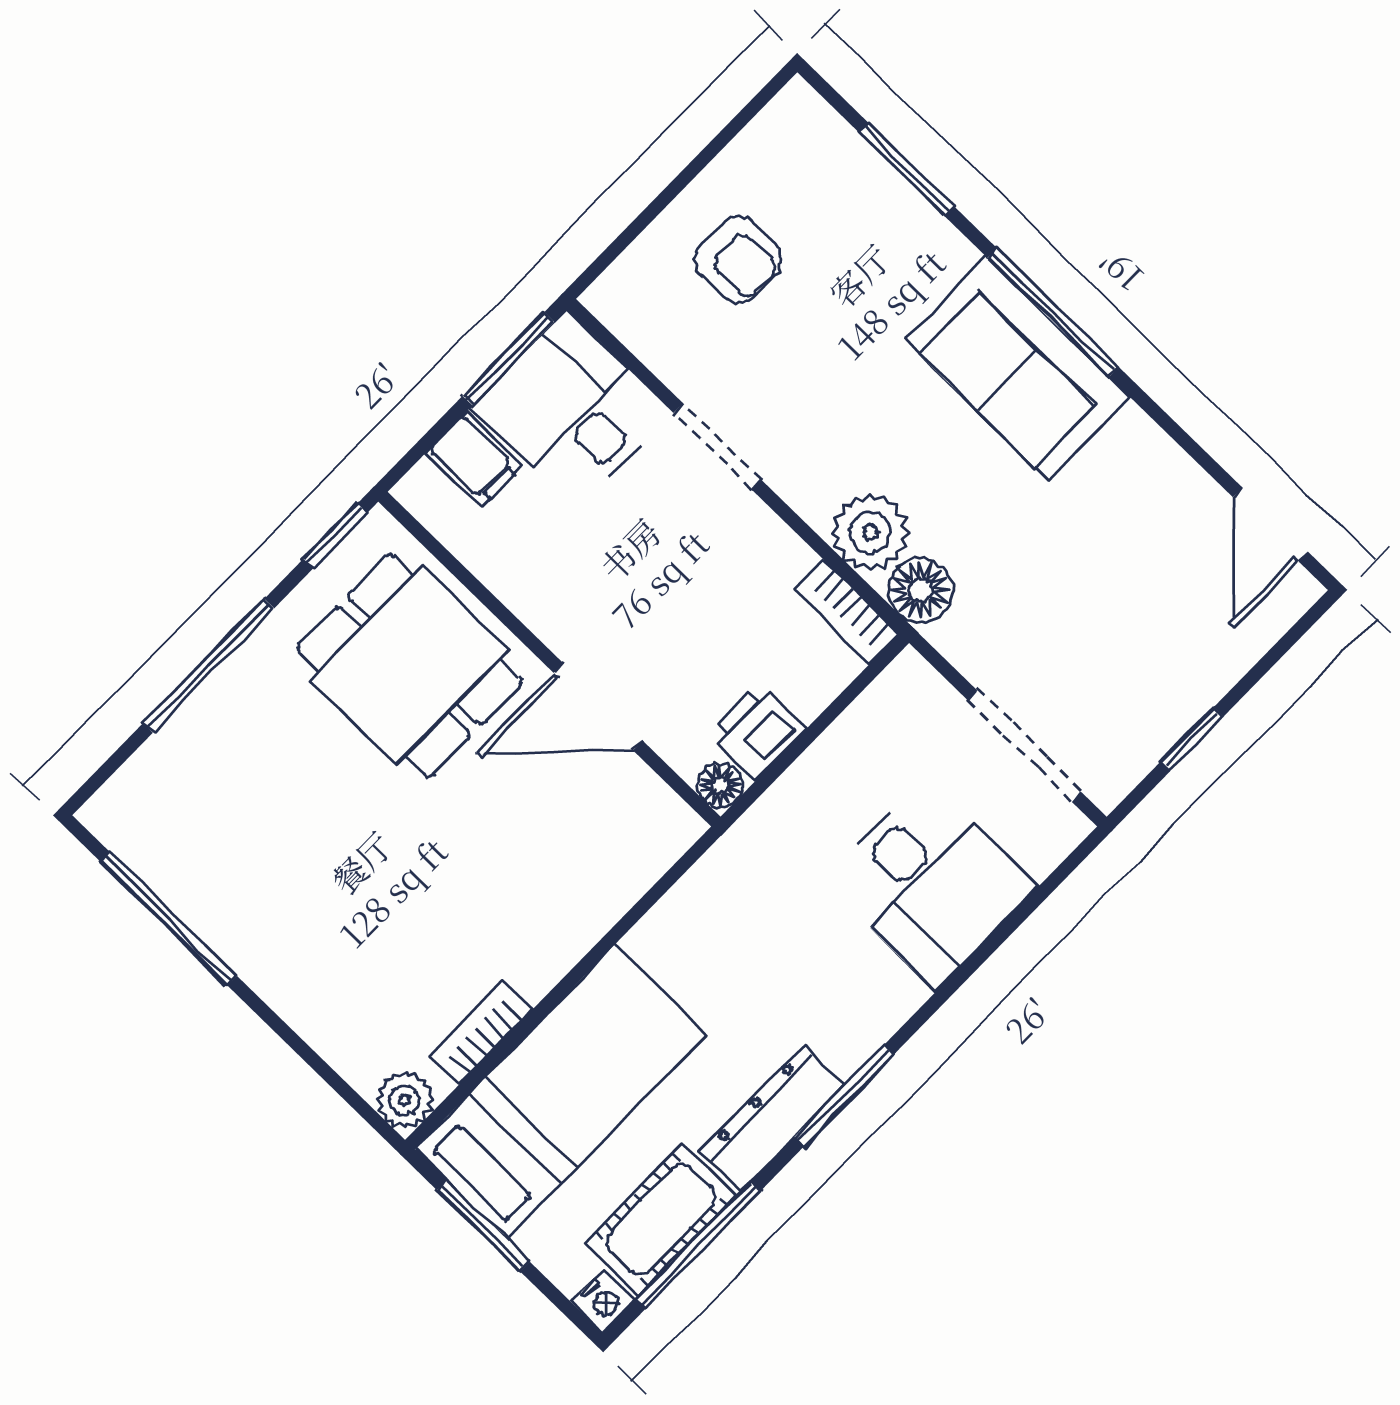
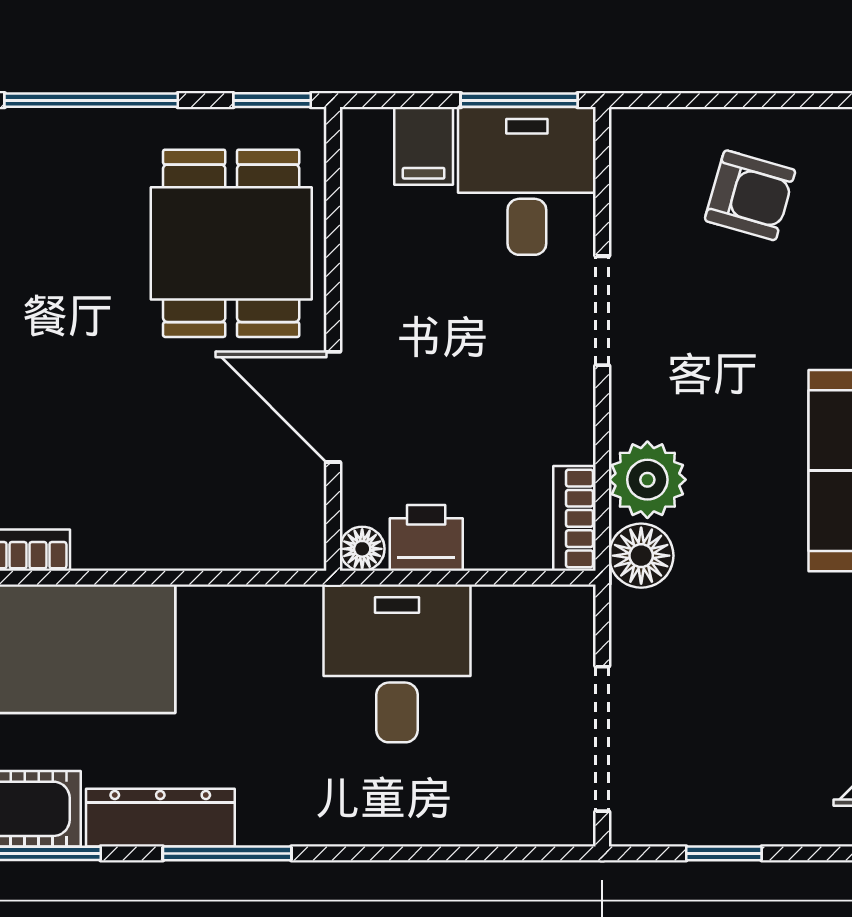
armchair: (738, 260) -> (750, 195), turned -74
desk: (930, 884) -> (397, 663), moved, turned 180

